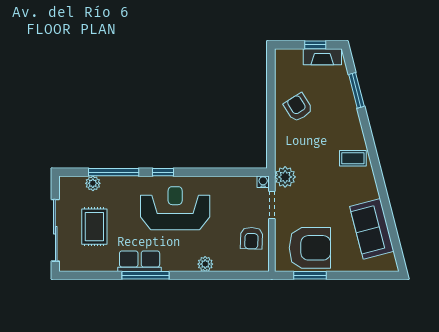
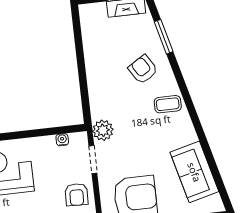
armchair: (298, 107) -> (143, 69), moved
water cooler: (263, 182) -> (62, 140), moved

